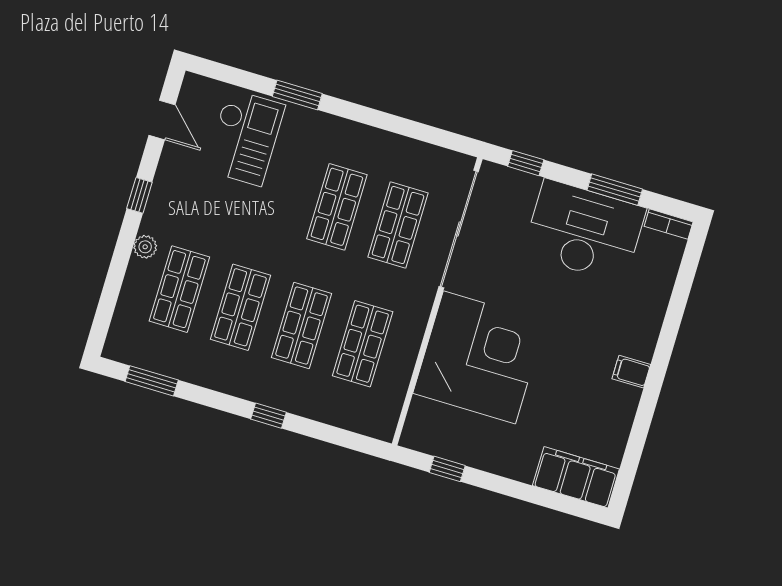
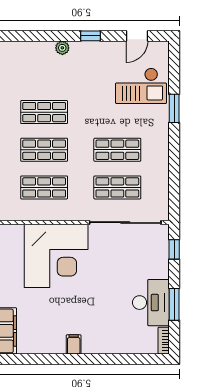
desk: (584, 231) -> (151, 303), width x0.73, depth x0.77
shop shelf: (179, 289) -> (44, 74), removed

